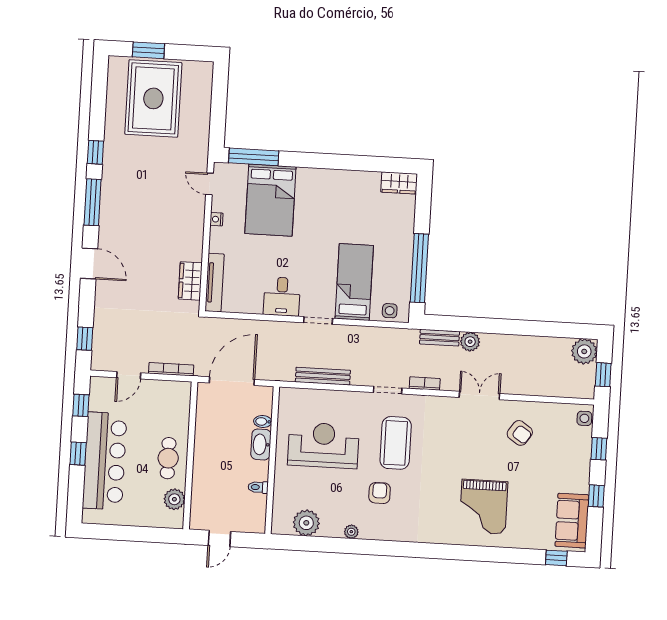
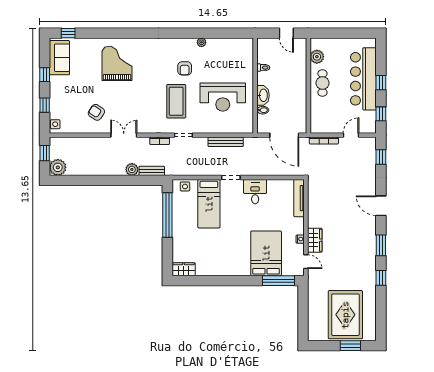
window: (93, 202) -> (381, 245), width x0.69
wardrobe: (190, 281) -> (315, 240), moved
door: (232, 381) -> (284, 135), hinge flipped
double door: (479, 395) -> (124, 135), swing flipped
plant: (306, 523) -> (231, 46), removed
door: (219, 538) -> (286, 33), swing flipped

